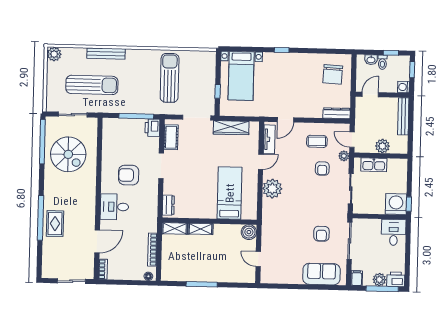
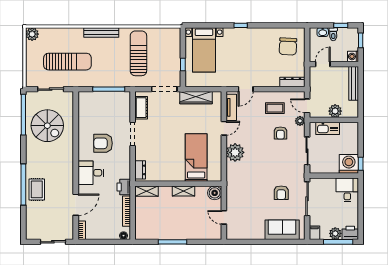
bench: (106, 54) -> (101, 32), moved
printer: (152, 128) -> (124, 187), moved
shelving: (201, 229) -> (183, 191), moved

